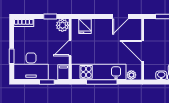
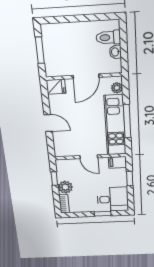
door: (120, 16) -> (48, 123), moved
plant: (62, 25) -> (65, 187), moved
fridge: (85, 26) -> (56, 87), moved
desk: (31, 66) -> (113, 199), width x0.73

